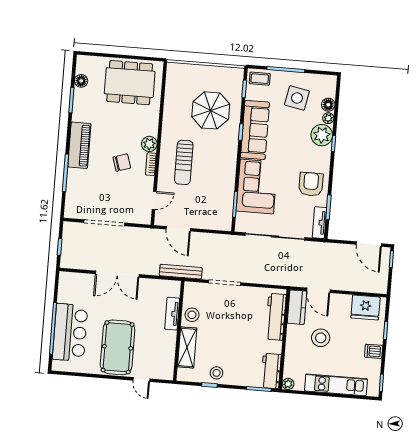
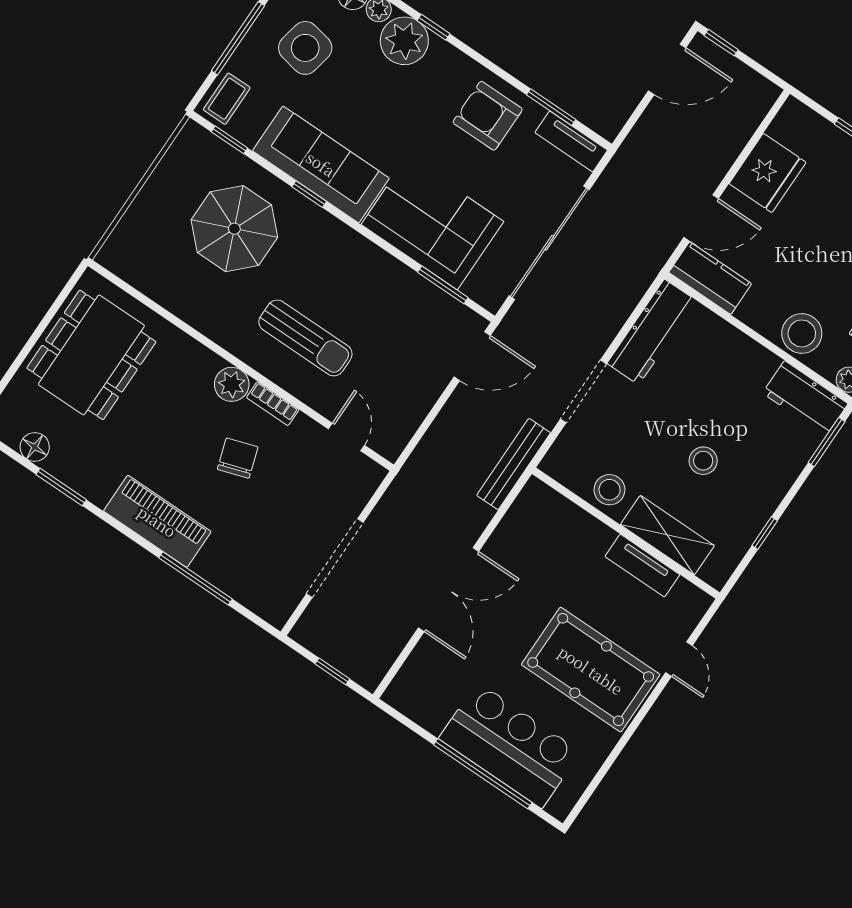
door: (178, 229) -> (472, 356), moved
fridge: (366, 307) -> (768, 173), moved
tv unit: (172, 314) -> (642, 566), moved
workbench: (276, 317) -> (652, 332), moved, turned -90
stool: (321, 338) -> (802, 333), moved
stool: (217, 373) -> (703, 461), moved
door: (141, 380) -> (679, 659), hinge flipped

